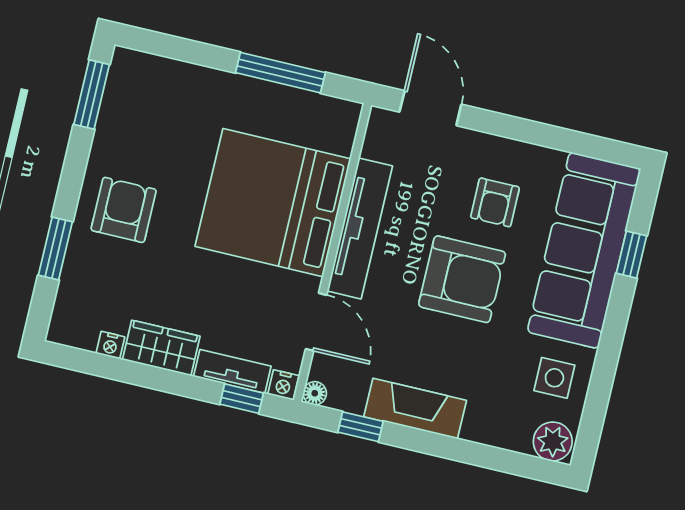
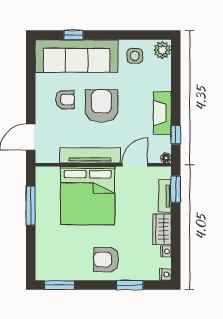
nightstand: (283, 385) -> (166, 275), moved
window: (242, 399) -> (176, 189), width x1.50

